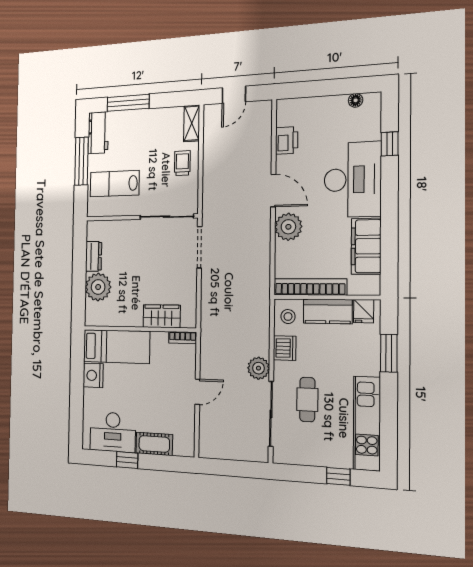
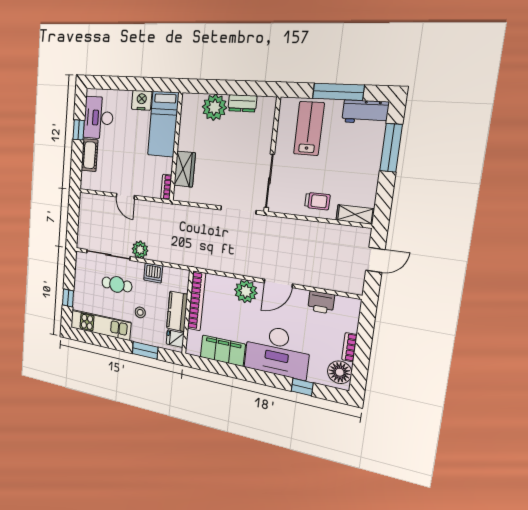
door: (234, 95) -> (375, 260), swing flipped
floor lamp: (356, 100) -> (340, 372), width x1.89, depth x1.89
bookcase: (331, 101) -> (349, 347), added
stool: (288, 317) -> (140, 312), moved

